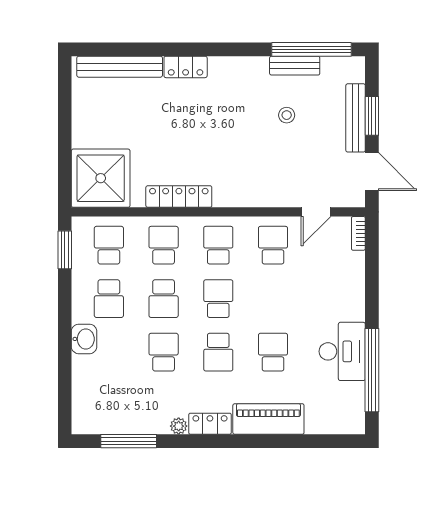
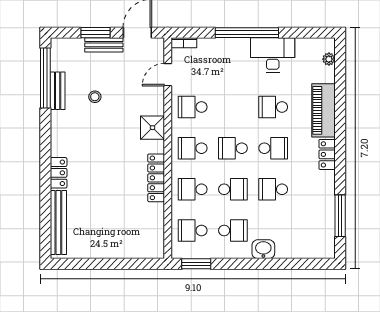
bench: (356, 118) -> (104, 45), width x0.73
shower: (101, 178) -> (153, 128), moved, width x0.54, depth x0.54
door: (316, 212) -> (168, 75), swing flipped
window: (372, 370) -> (247, 33), moved
plant: (179, 426) -> (329, 59), moved

